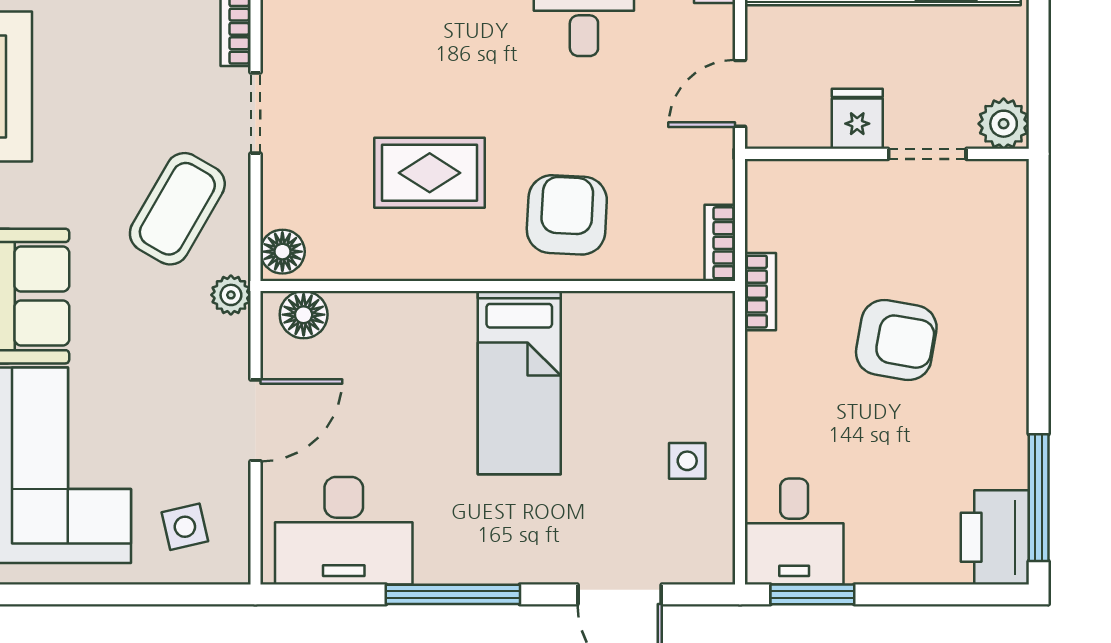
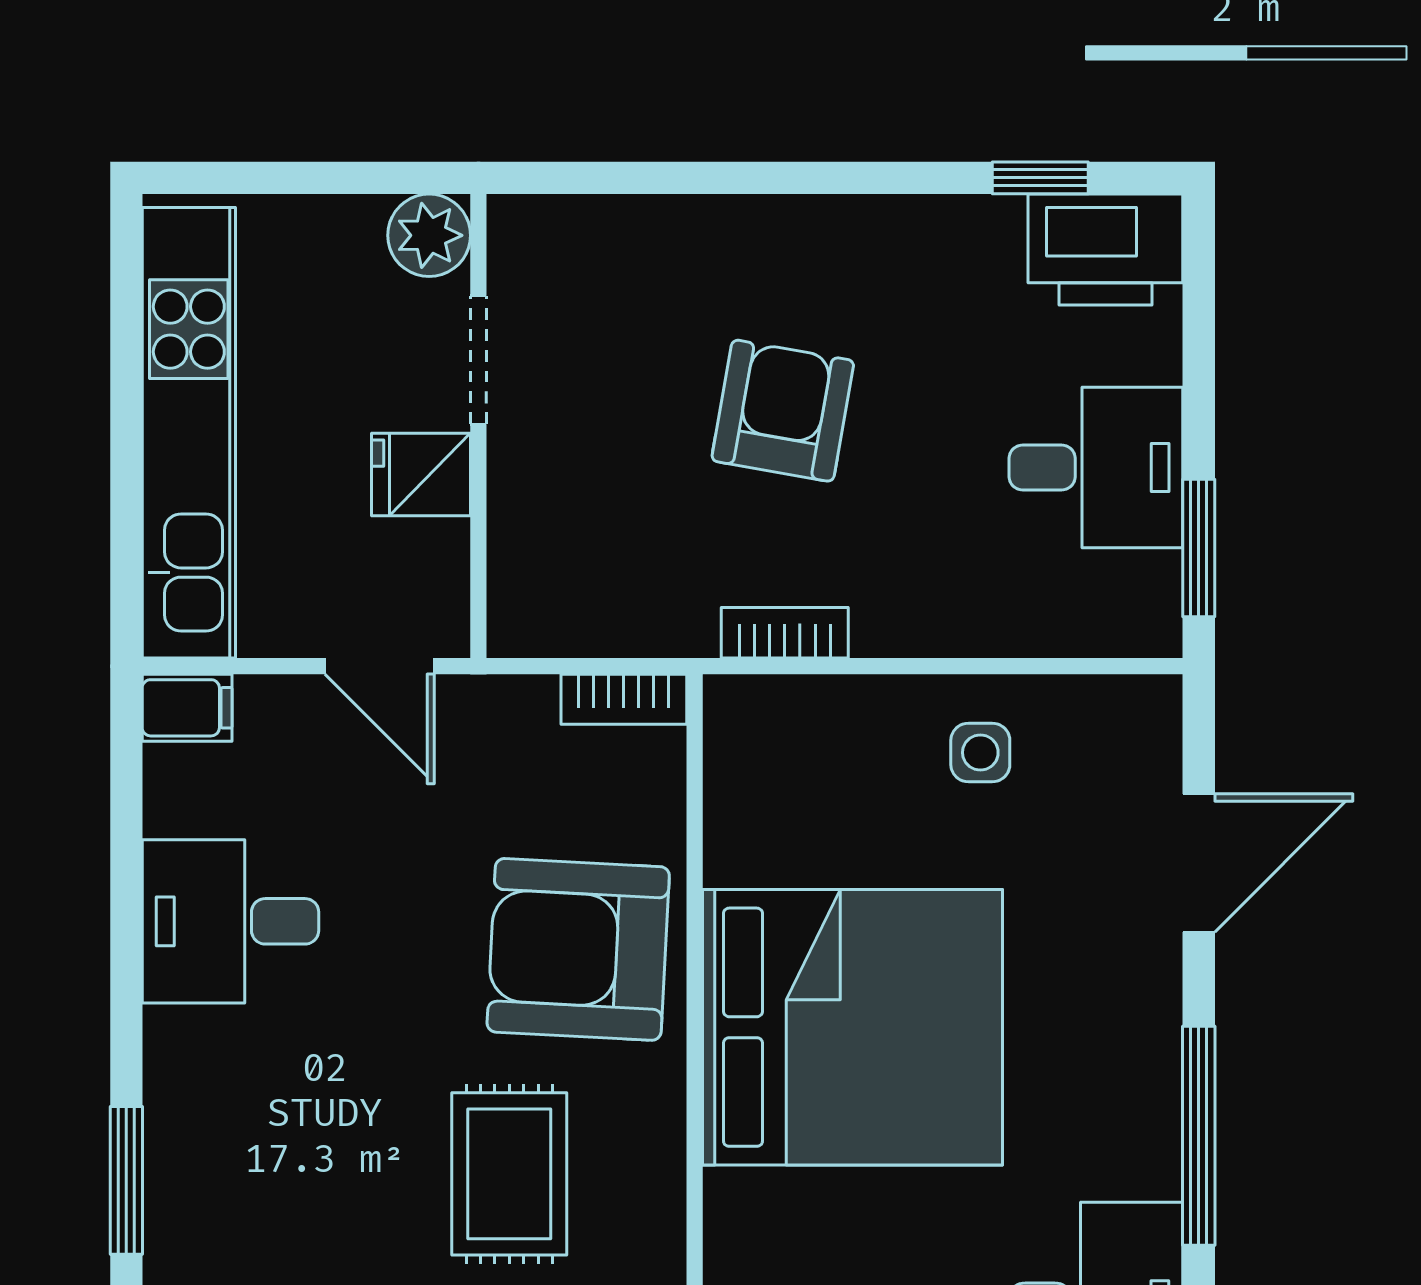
armchair: (567, 215) -> (578, 949), width x1.36, depth x1.36
bookcase: (760, 292) -> (785, 633), moved
bed: (519, 383) -> (852, 1027), width x2.04
window: (1039, 498) -> (1040, 178), width x0.46
desk: (794, 532) -> (1096, 467), moved

